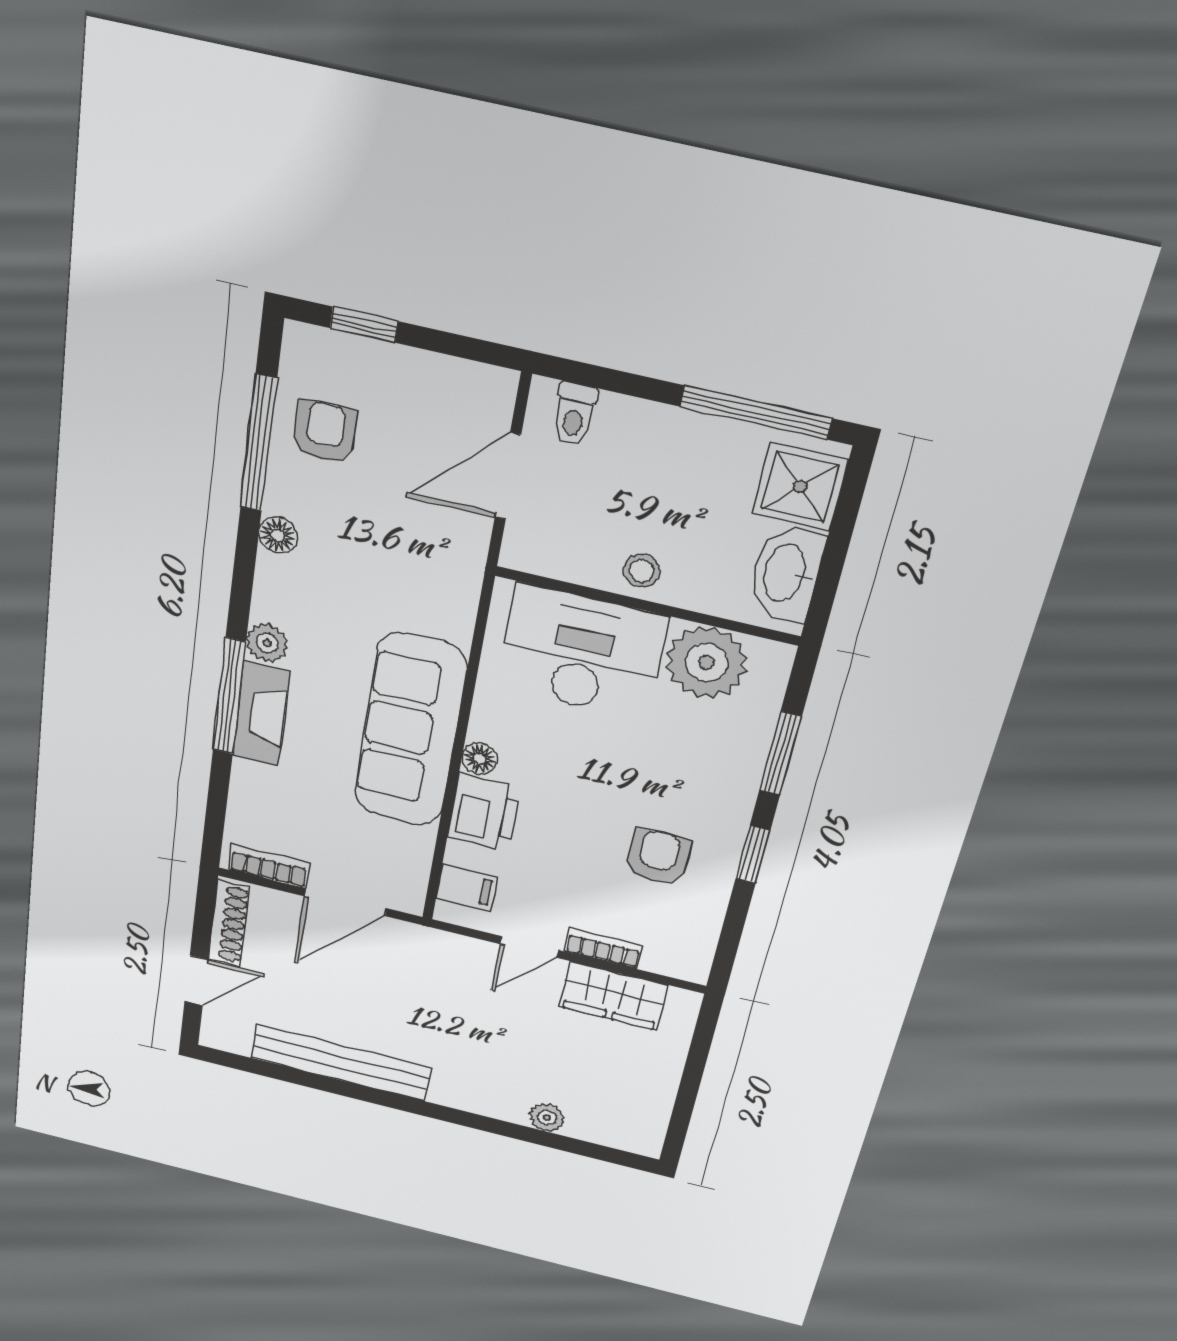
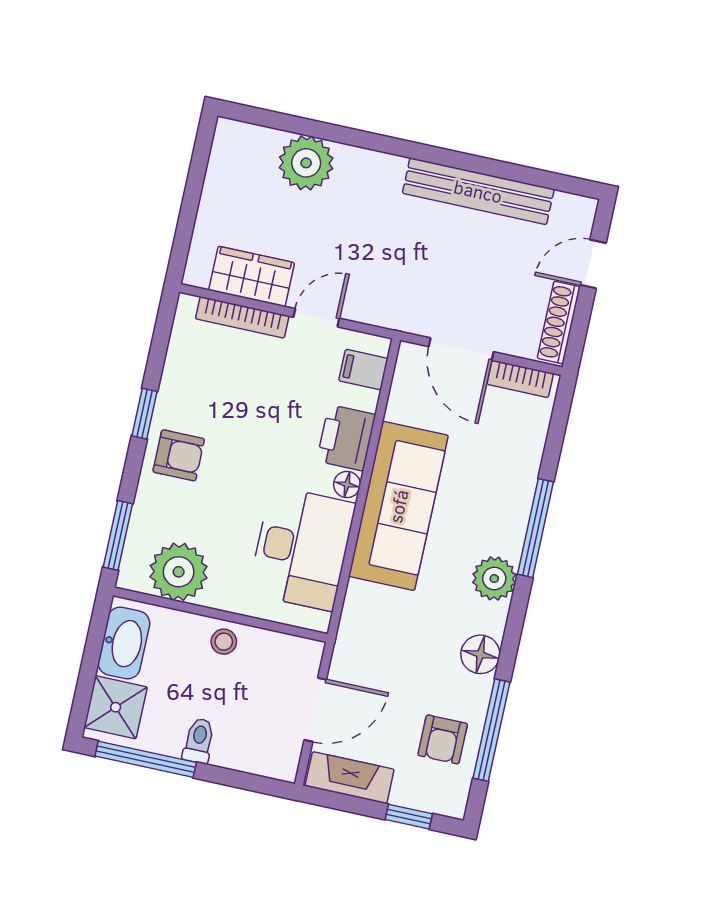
toilet: (574, 414) -> (199, 741), moved
floor lamp: (278, 535) -> (480, 654), width x1.37, depth x1.37
plant: (267, 643) -> (494, 579), width x1.38, depth x1.38
desk: (582, 652) -> (302, 548), moved, turned -90
fireplace: (261, 714) -> (350, 778), moved, turned 90
window: (780, 754) -> (118, 535), moved
armchair: (658, 857) -> (179, 455), moved, turned -90
door: (345, 902) -> (461, 349), swing flipped
bookcase: (603, 948) -> (242, 317), width x1.56
plant: (547, 1118) -> (306, 163), width x1.88, depth x1.88

